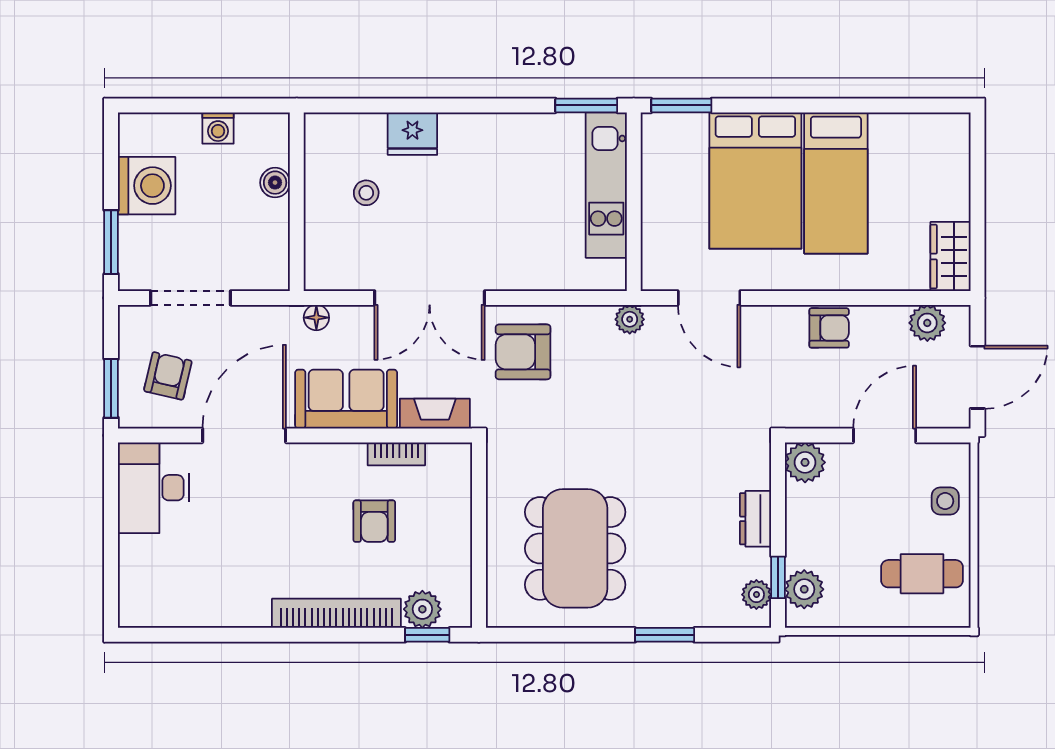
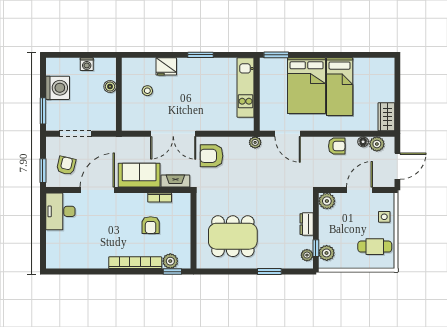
window: (586, 105) -> (201, 55), moved
floor lamp: (316, 318) -> (363, 142), moved
dining table: (575, 548) -> (233, 236), turned 90

